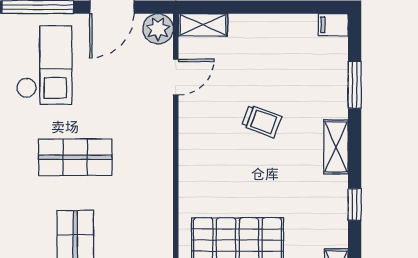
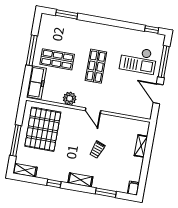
shelving: (203, 25) -> (141, 146), moved
plant: (158, 29) -> (70, 98), moved
door: (176, 77) -> (93, 111), moved

